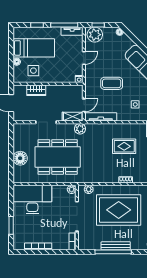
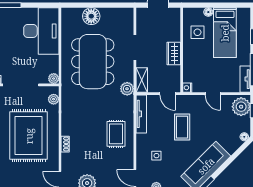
wardrobe: (36, 90) -> (174, 54), moved
door: (84, 105) -> (168, 94), moved
rug: (124, 146) -> (116, 134), moved

